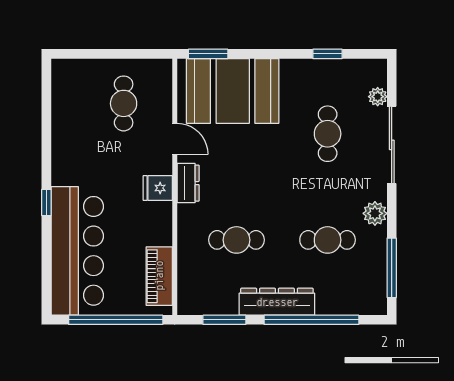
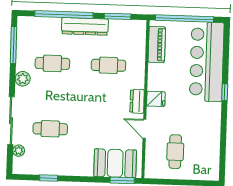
booth: (233, 91) -> (115, 163), width x0.73, depth x0.70
cafe table: (328, 134) -> (50, 129), turned 90

